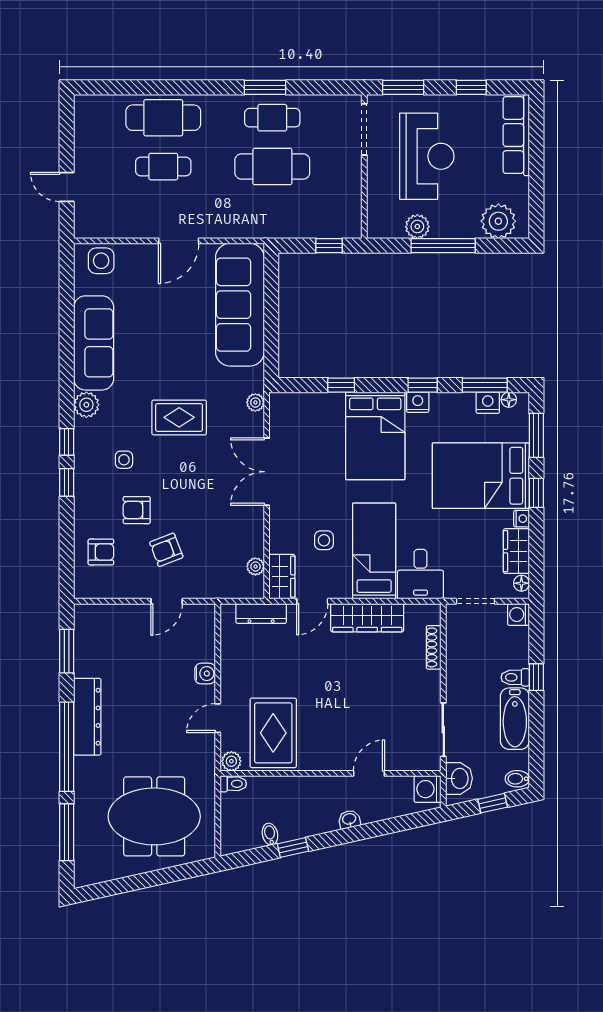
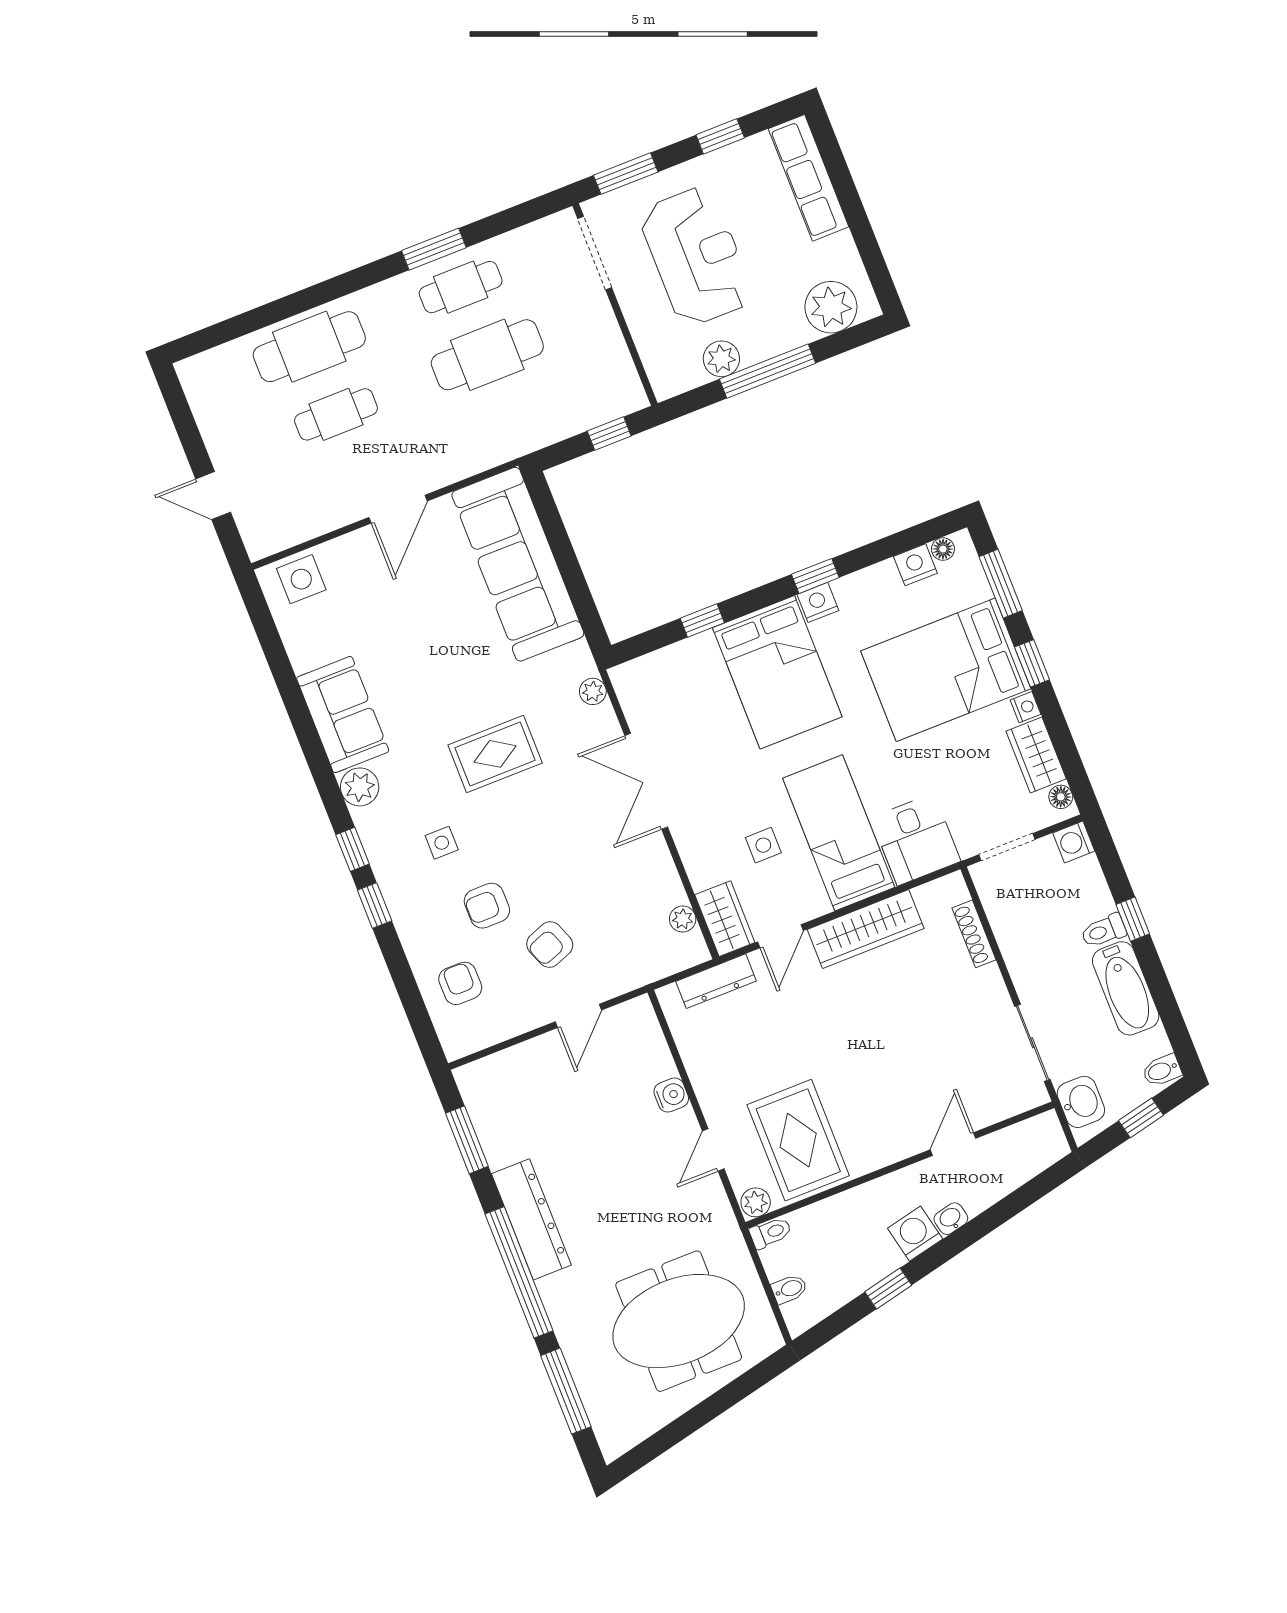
sofa: (94, 343) -> (343, 715), width x0.73
window: (485, 385) -> (902, 542), removed
armchair: (101, 552) -> (460, 983), turned -90
washing machine: (428, 789) -> (915, 1234), moved, turned 77
bidet: (270, 834) -> (789, 1289), moved, turned 103

